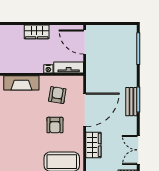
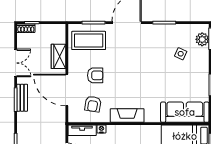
door: (85, 110) -> (67, 90), hinge flipped
armchair: (55, 125) -> (95, 75), turned 90
double door: (138, 150) -> (16, 63), moved

